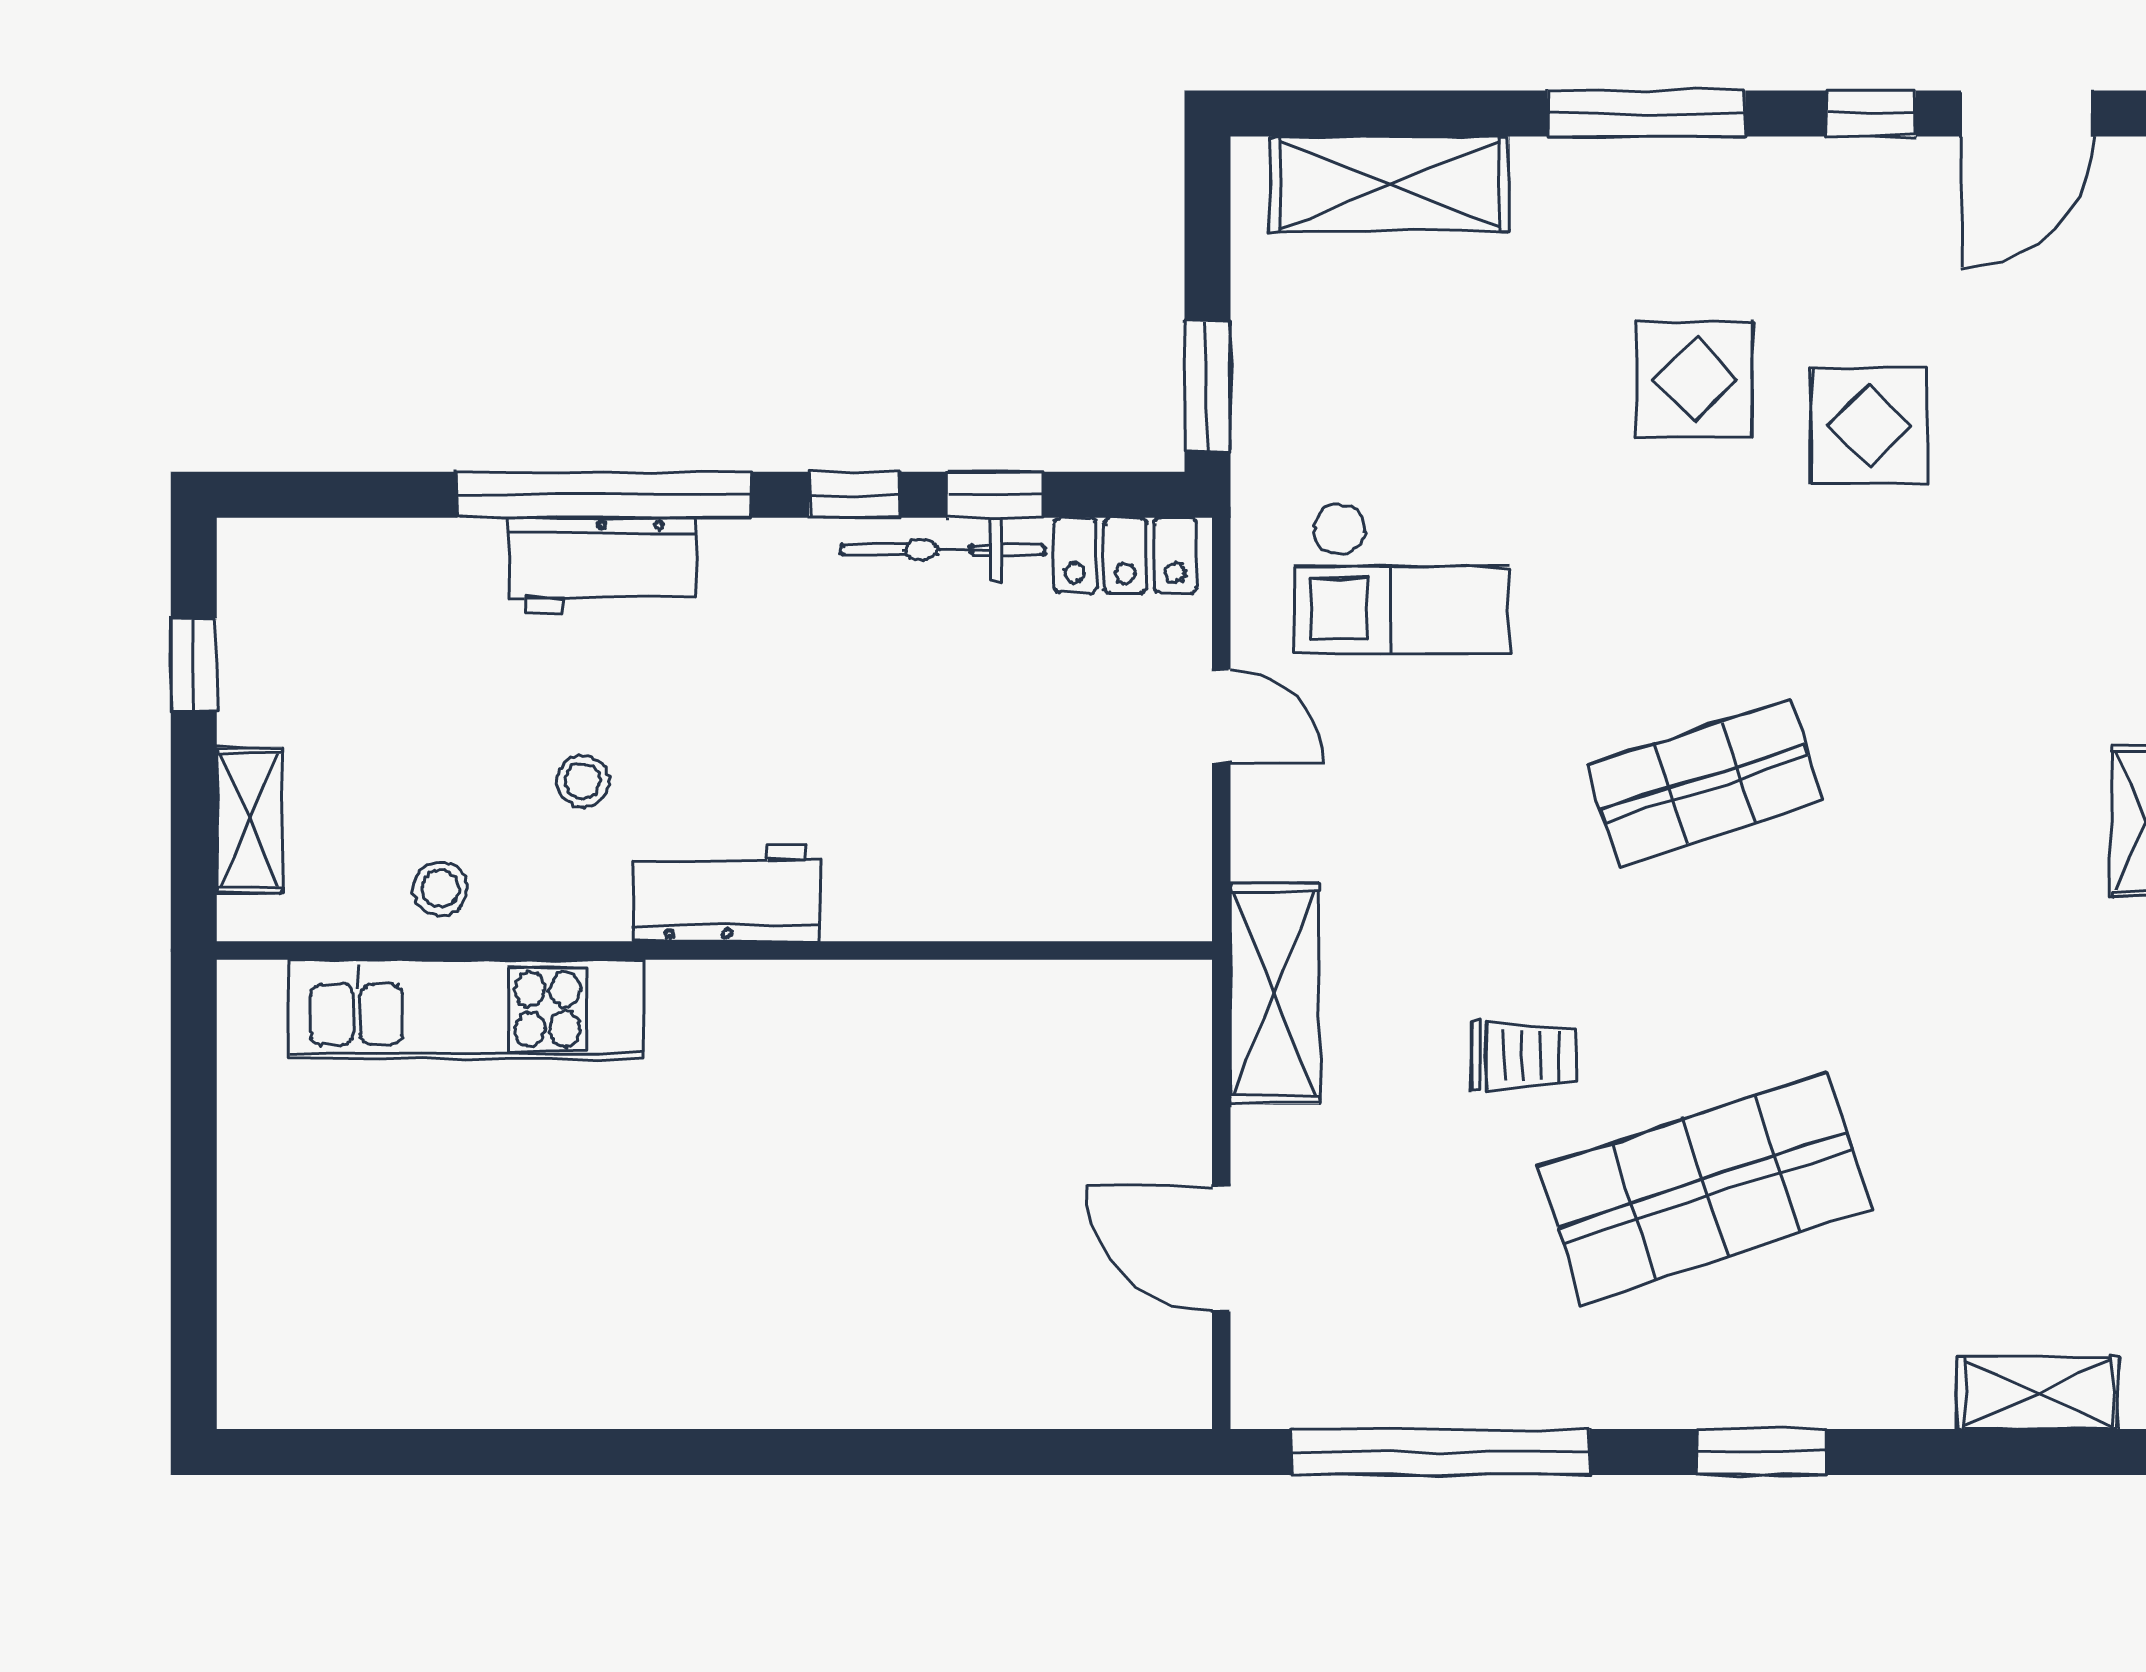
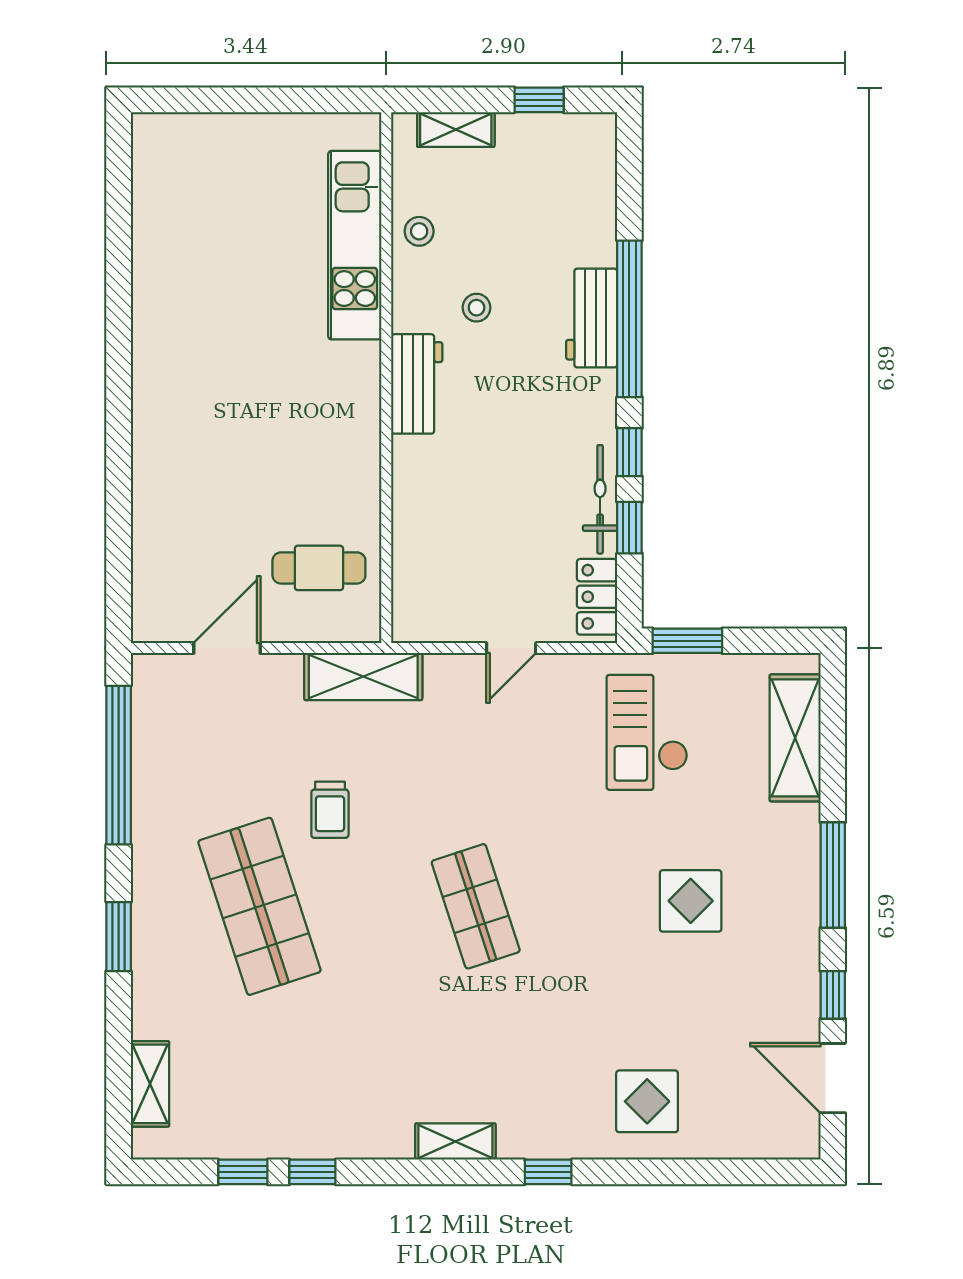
display table: (1869, 426) -> (647, 1101), moved
checkout: (1401, 578) -> (647, 732), moved
cafe table: (1071, 1076) -> (319, 568), added

